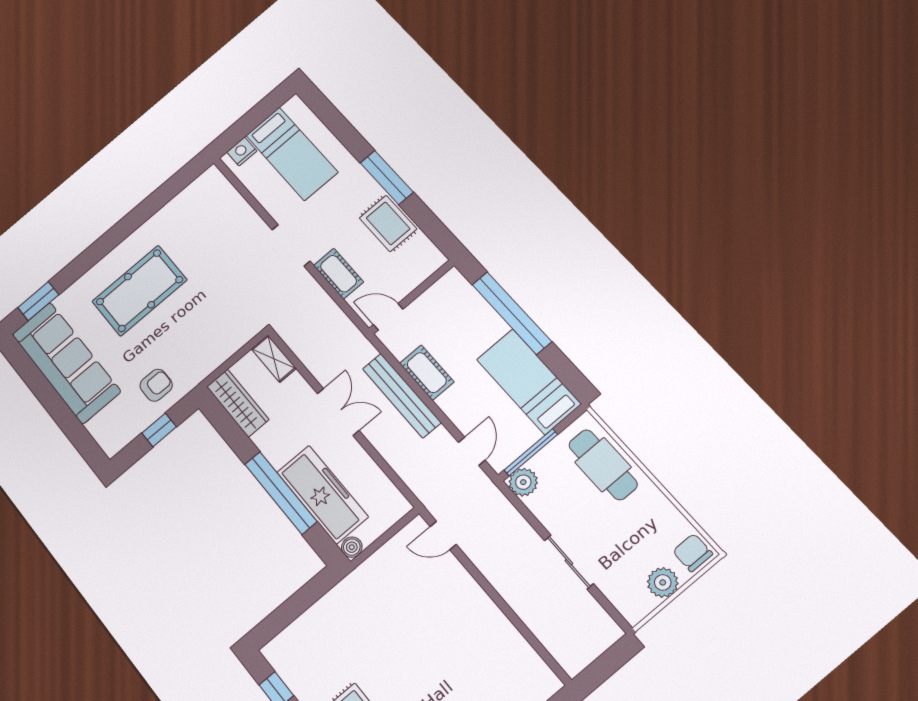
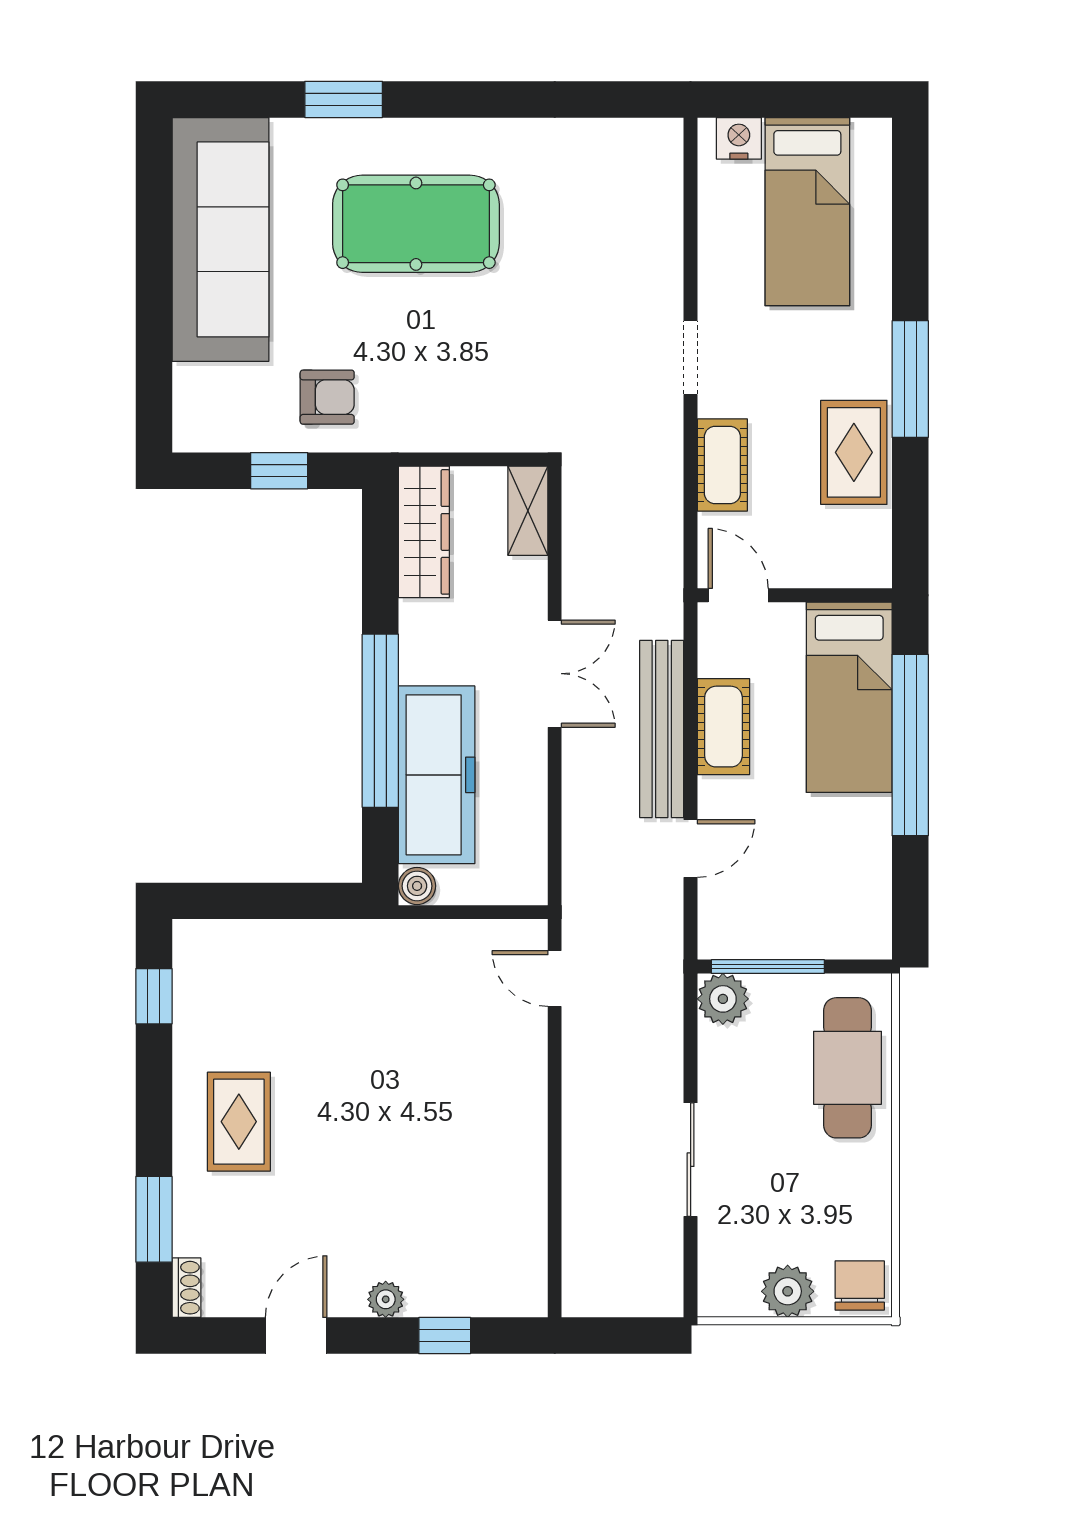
doorway: (291, 245) -> (691, 358), width x0.73
window: (38, 301) -> (344, 99), moved
bed: (529, 382) -> (849, 697), moved, turned 180
door: (472, 451) -> (691, 849), moved

